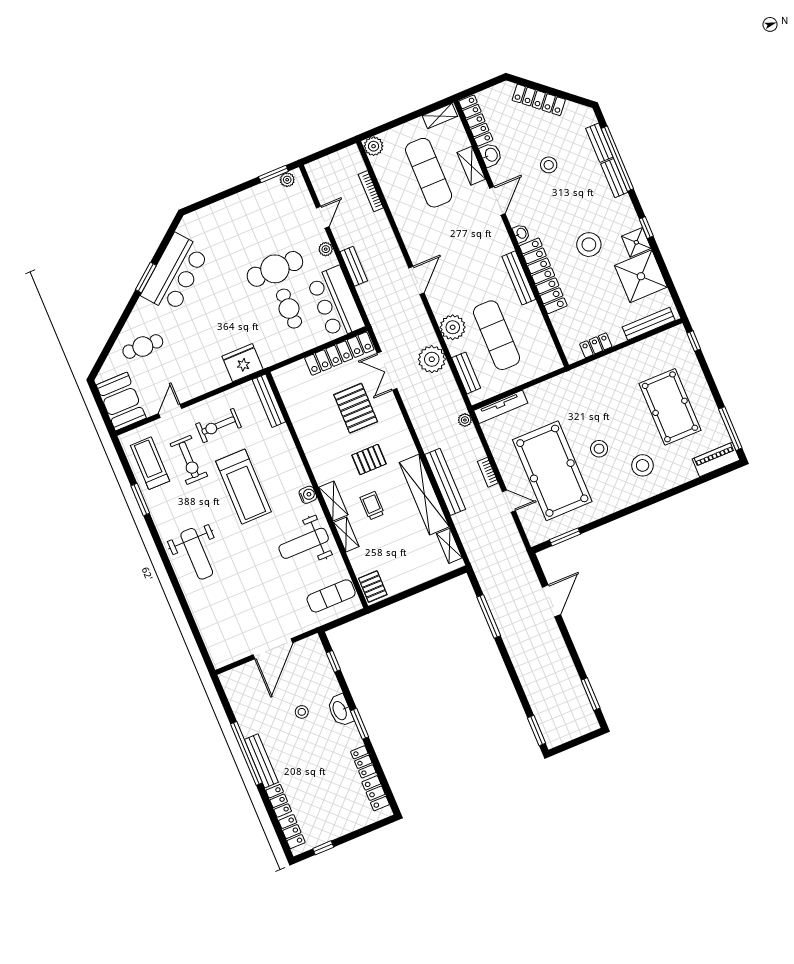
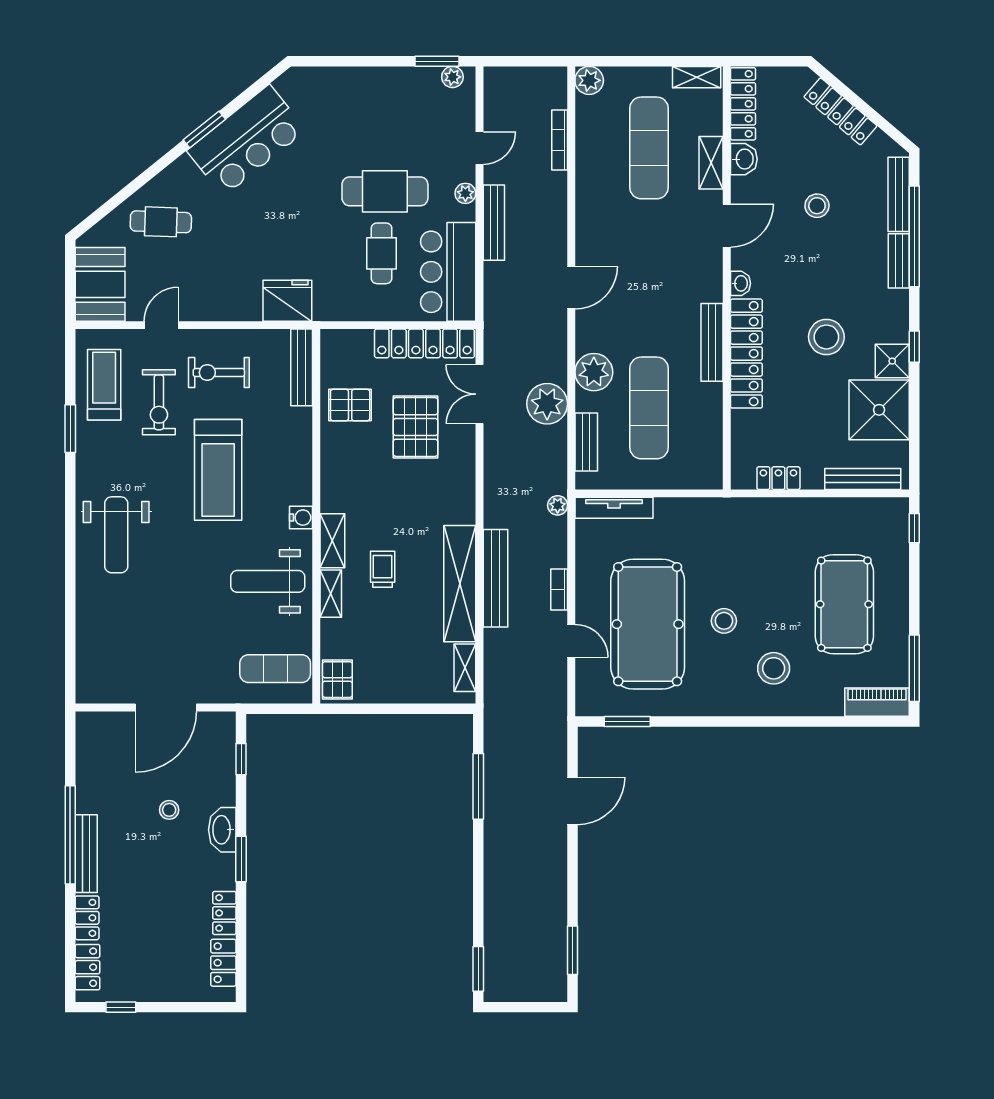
bench: (599, 143) -> (899, 194), width x1.36
bench: (354, 266) -> (494, 223), width x1.36
pallet: (369, 459) -> (350, 405), moved

